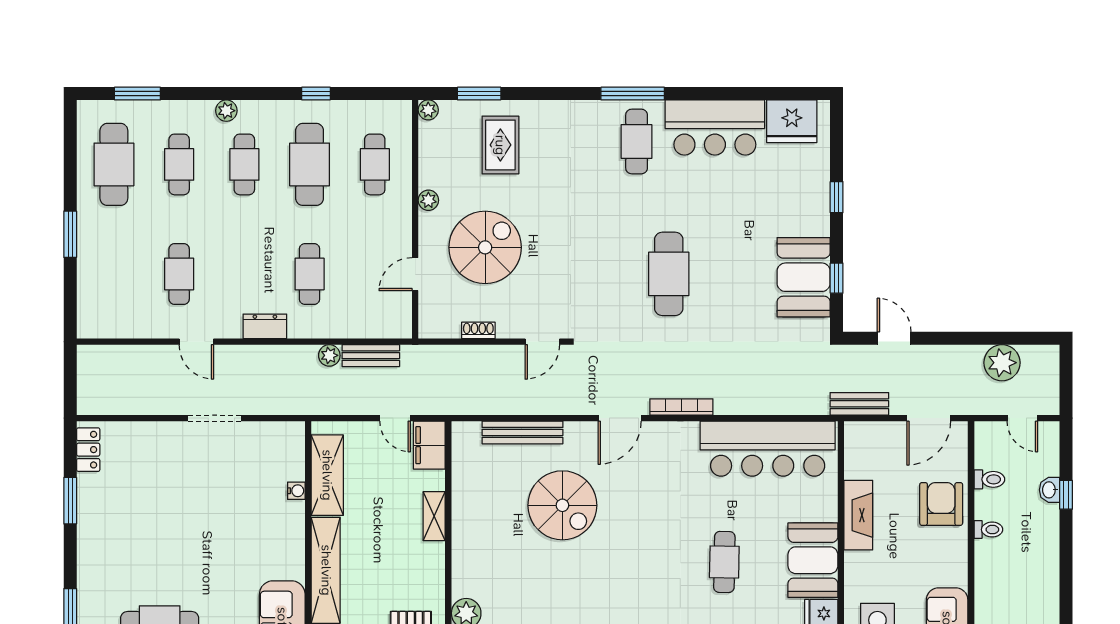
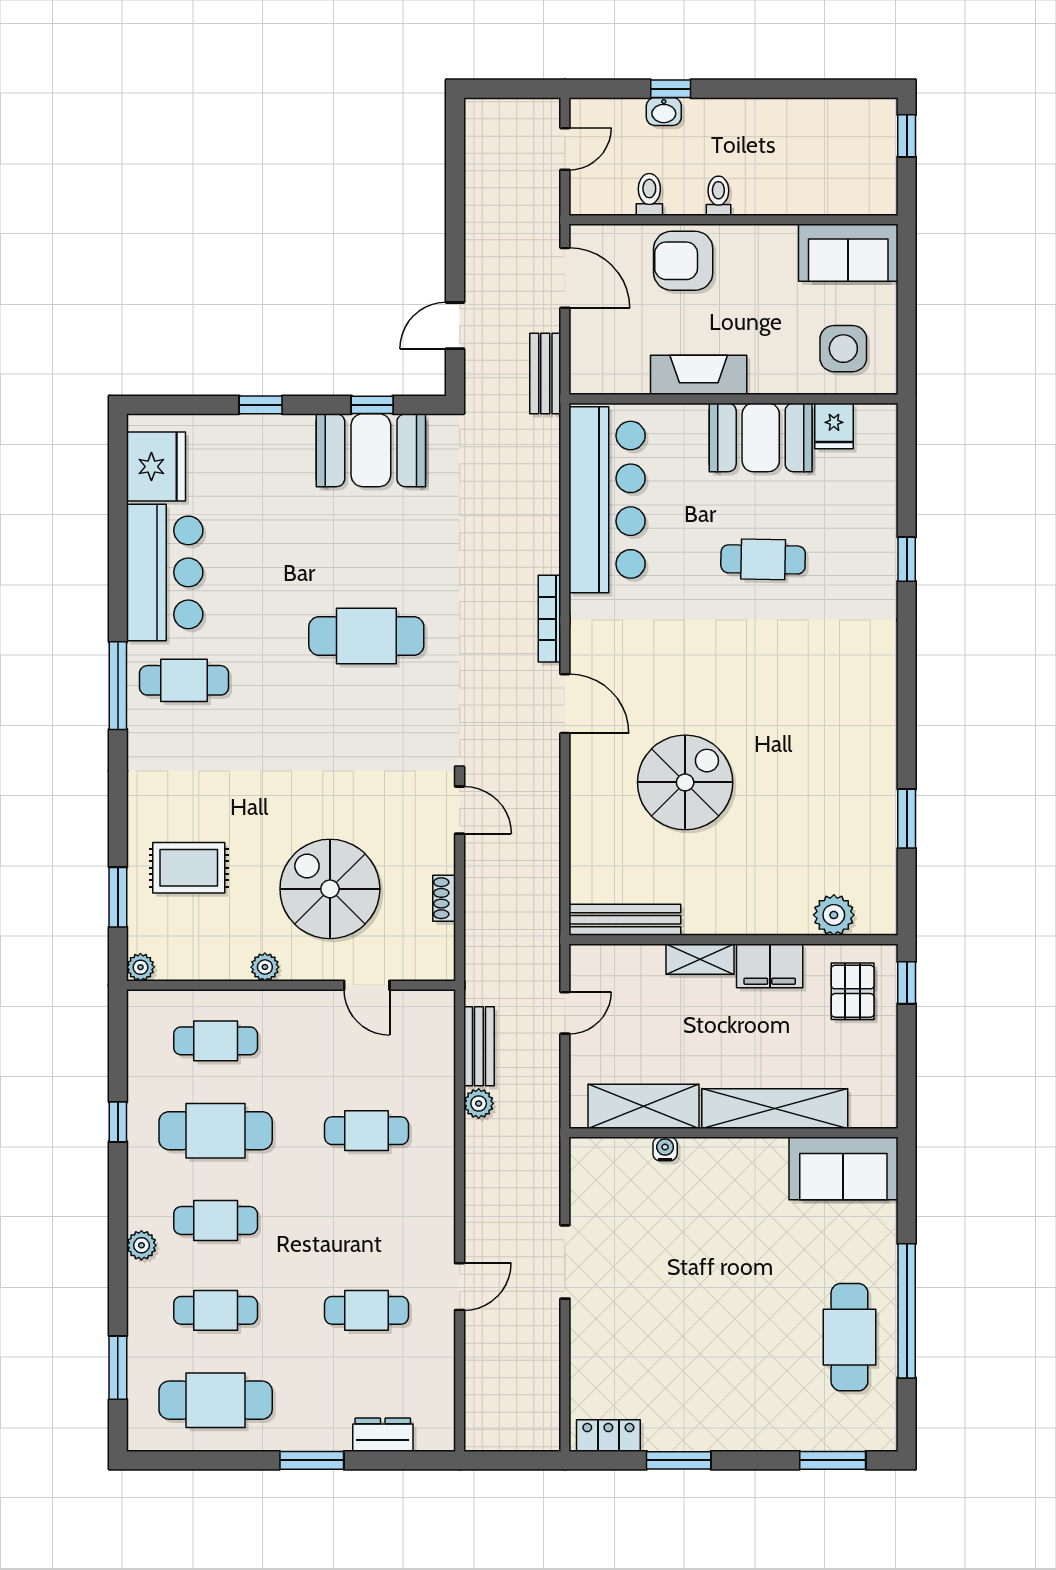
dresser: (265, 326) -> (383, 1435), moved, turned 90
plant: (1002, 363) -> (489, 177), removed
bench: (523, 432) -> (625, 920), moved, turned 90
filing cabinet: (429, 445) -> (770, 966), moved

